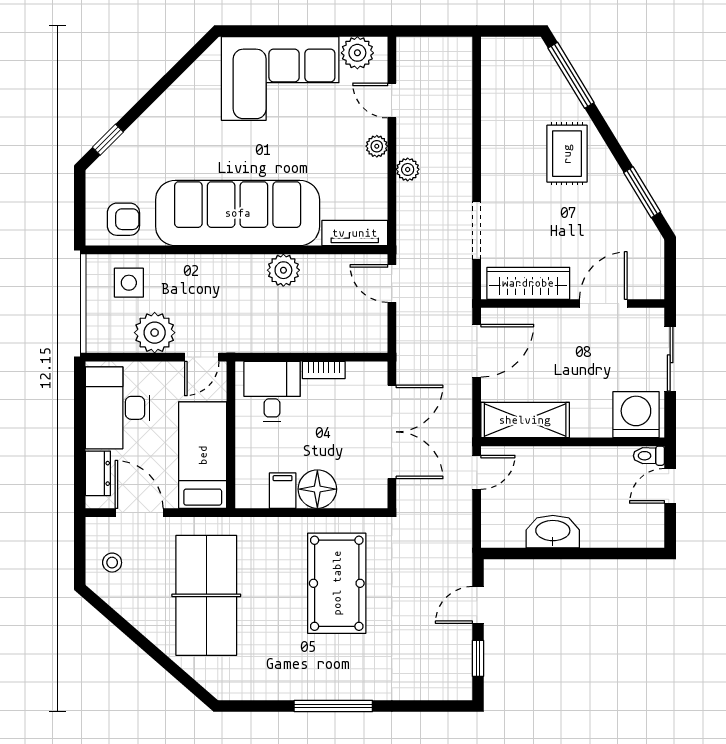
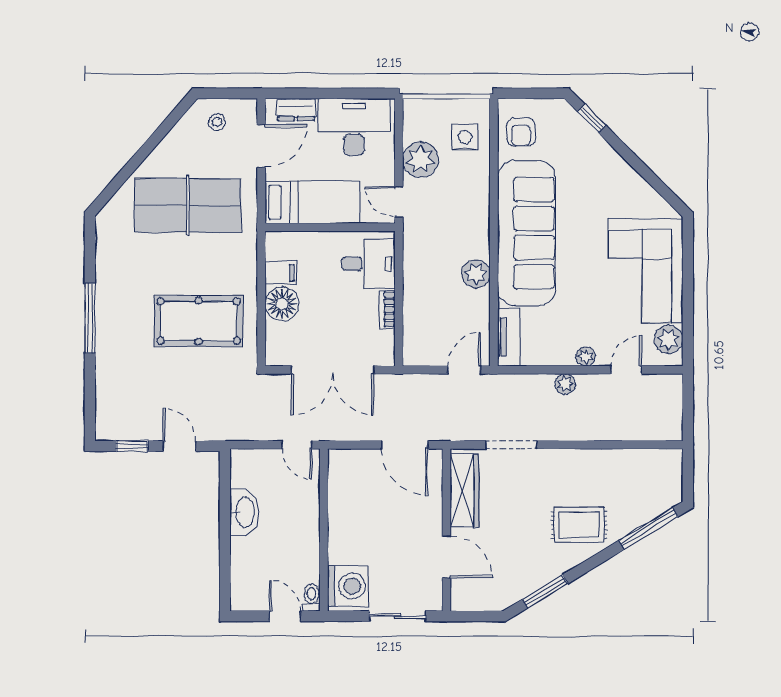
shelving: (525, 420) -> (343, 488), removed

